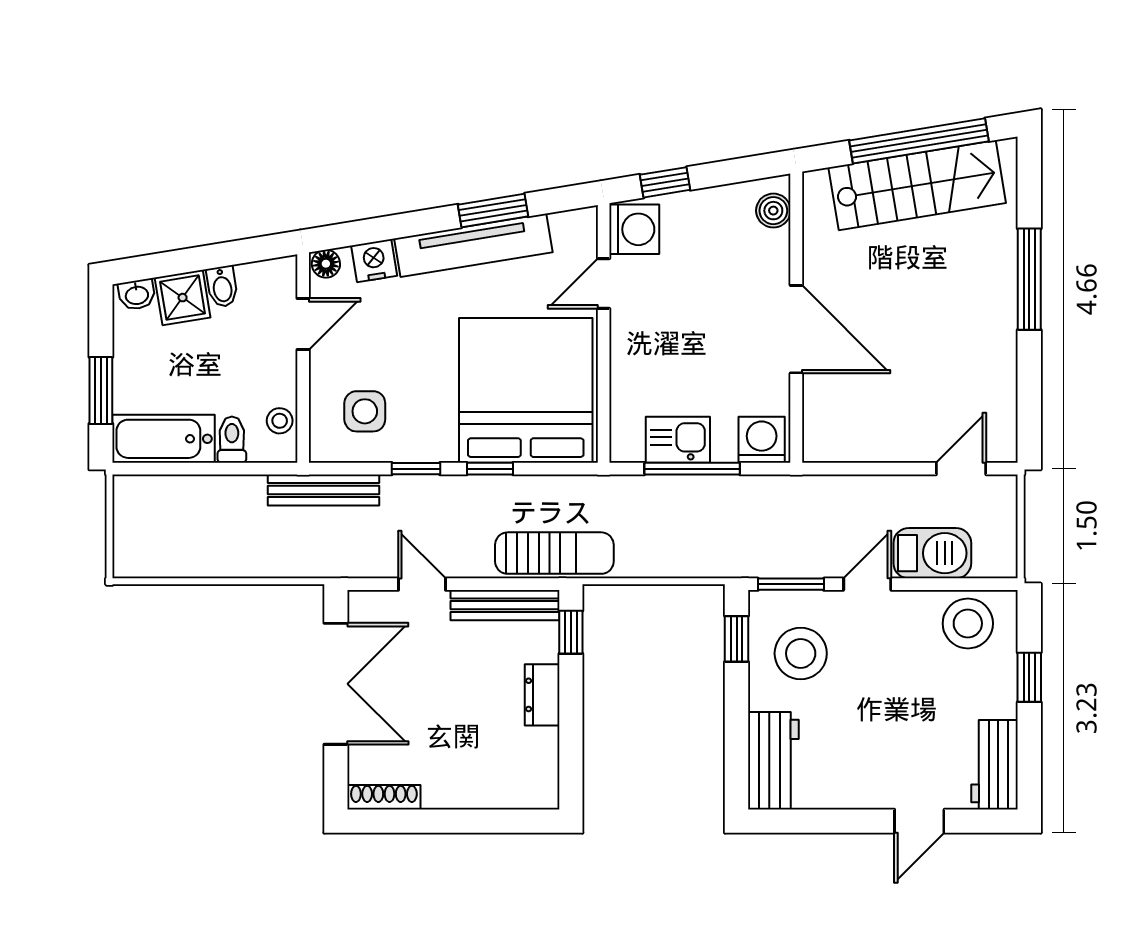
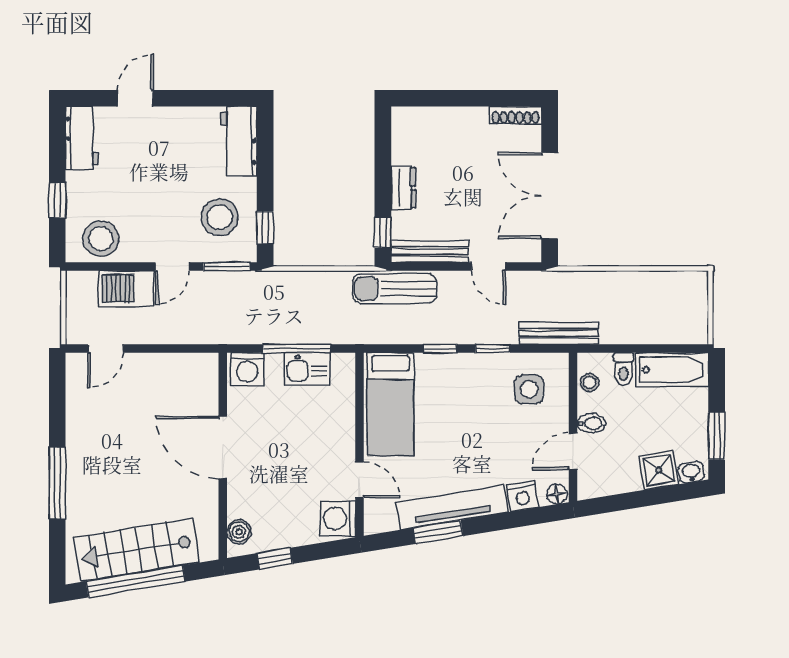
window: (665, 182) -> (275, 559), moved
door: (604, 283) -> (360, 480), hinge flipped
bidet: (222, 287) -> (591, 423), moved, turned 99
window: (101, 390) -> (717, 436), moved
bed: (526, 390) -> (391, 404), width x0.49

